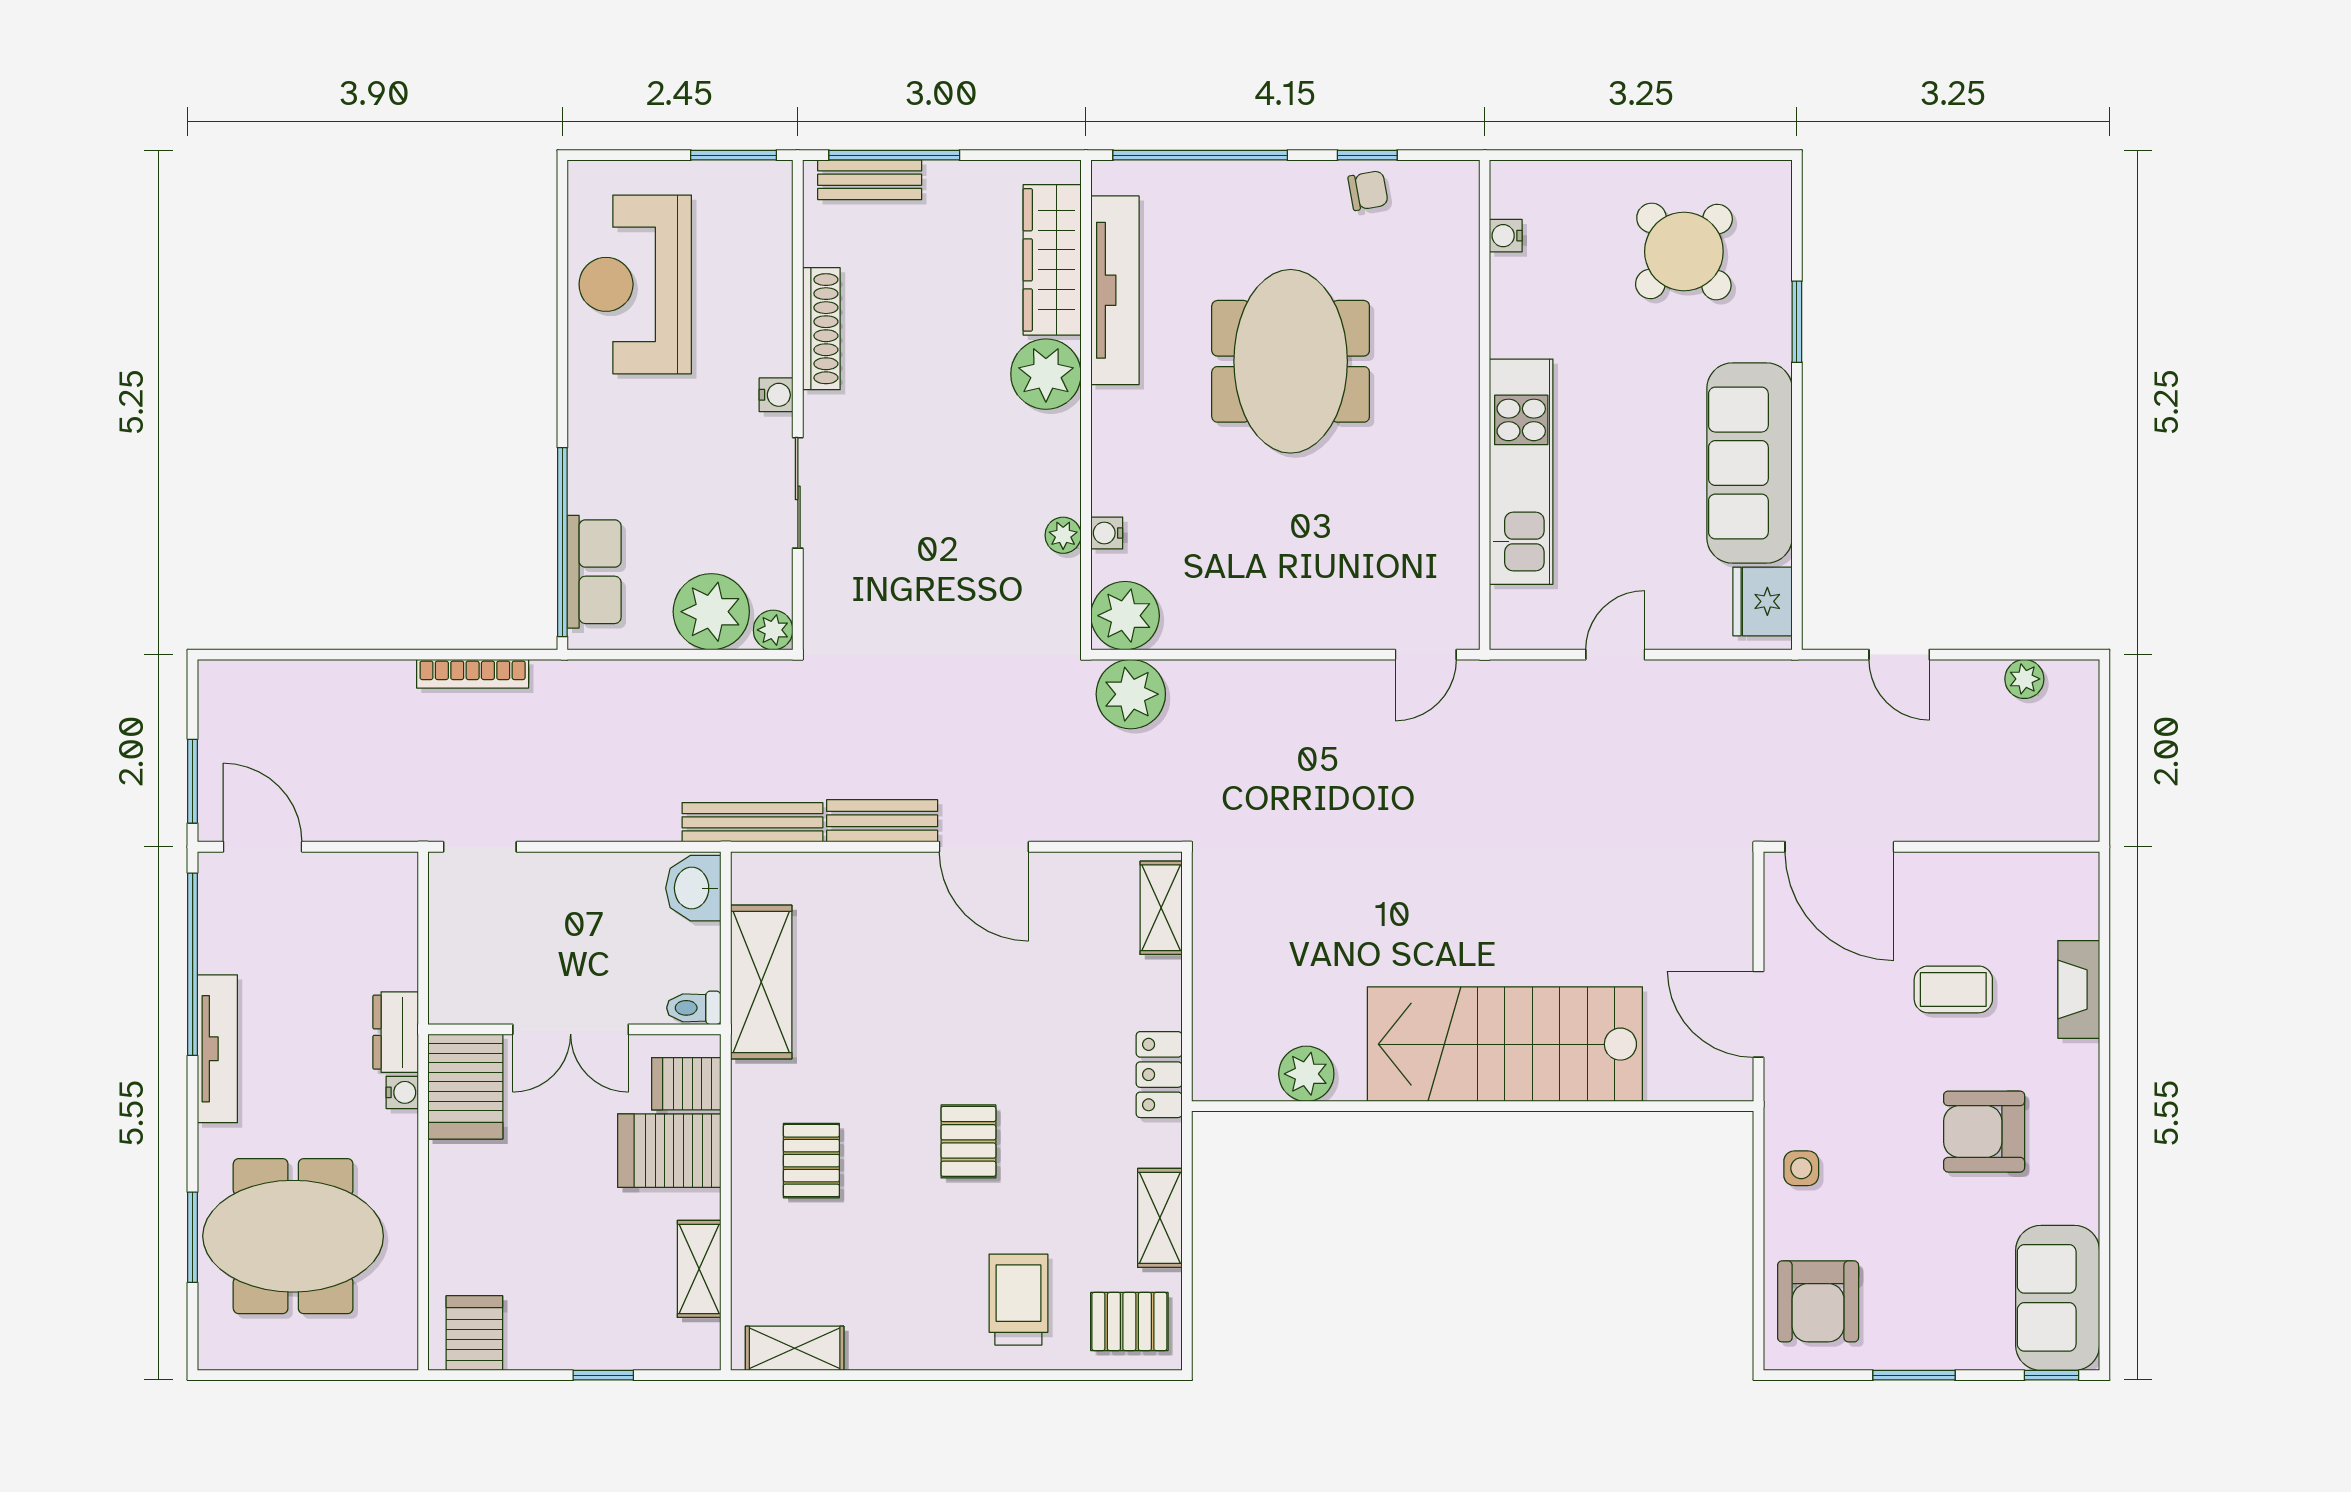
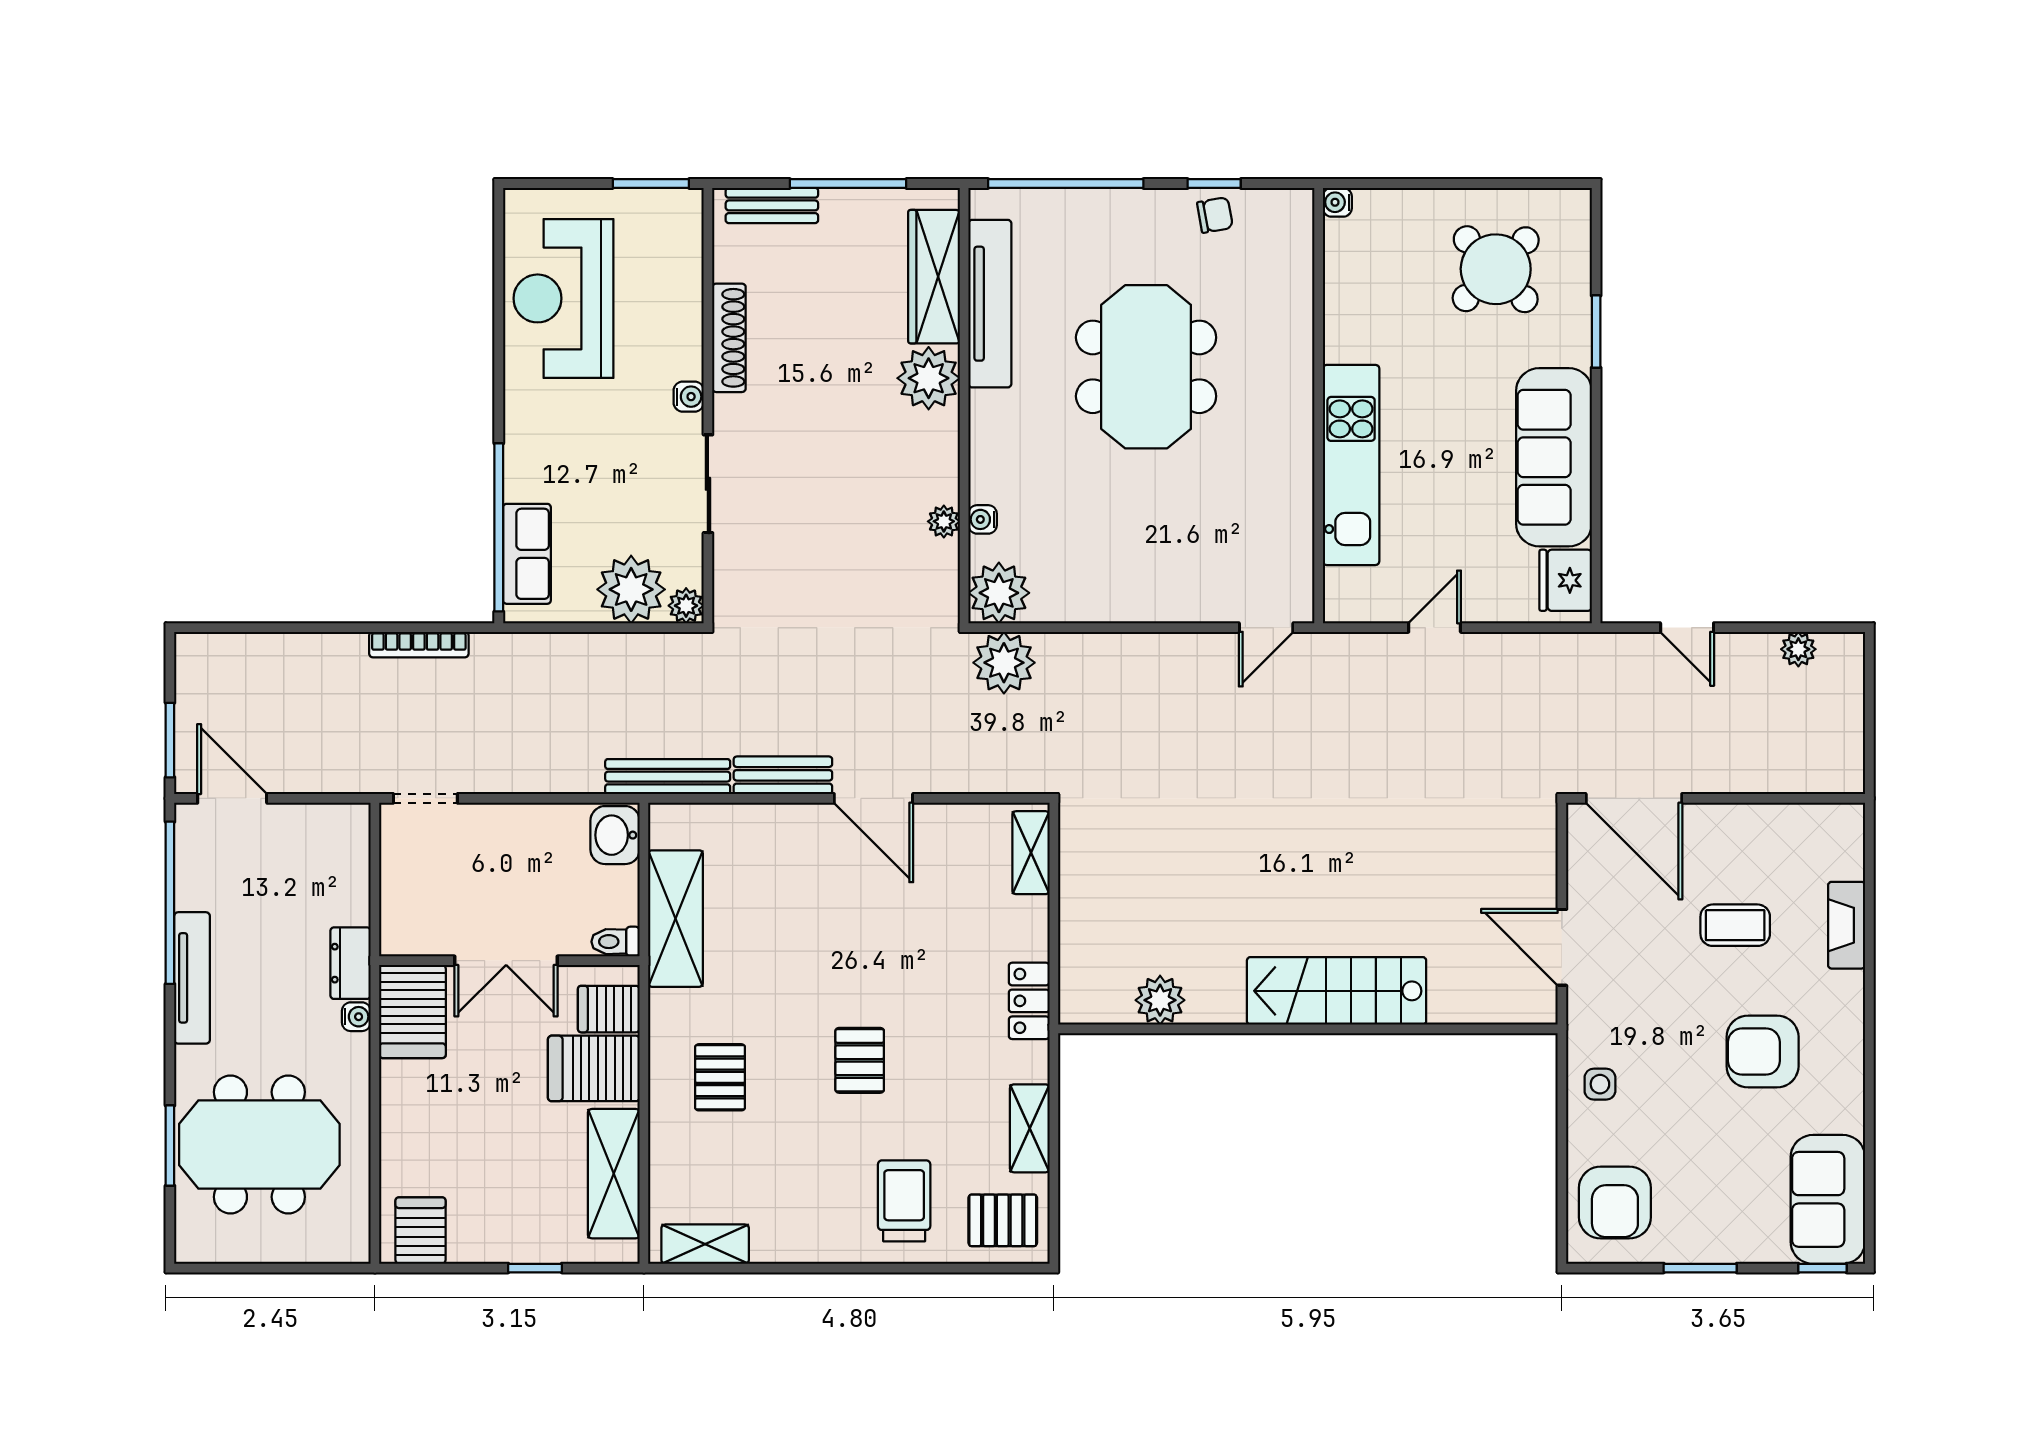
window: (894, 155) -> (848, 184), moved
water cooler: (1506, 236) -> (1337, 202), moved
stairs: (1505, 1044) -> (1337, 991), width x0.73, depth x0.66
shelving: (699, 1269) -> (614, 1174), width x1.50, depth x1.33

